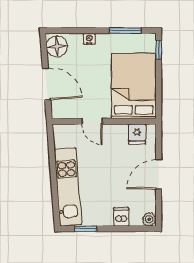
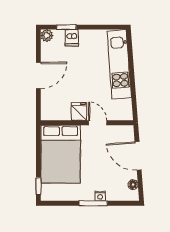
window: (125, 31) -> (93, 203), moved
floor lamp: (57, 46) -> (133, 185), width x0.53, depth x0.53
fridge: (137, 134) -> (79, 111), moved
window: (86, 229) -> (66, 27), moved

